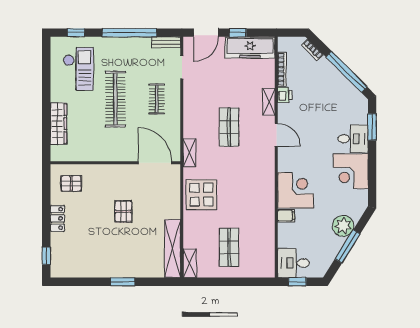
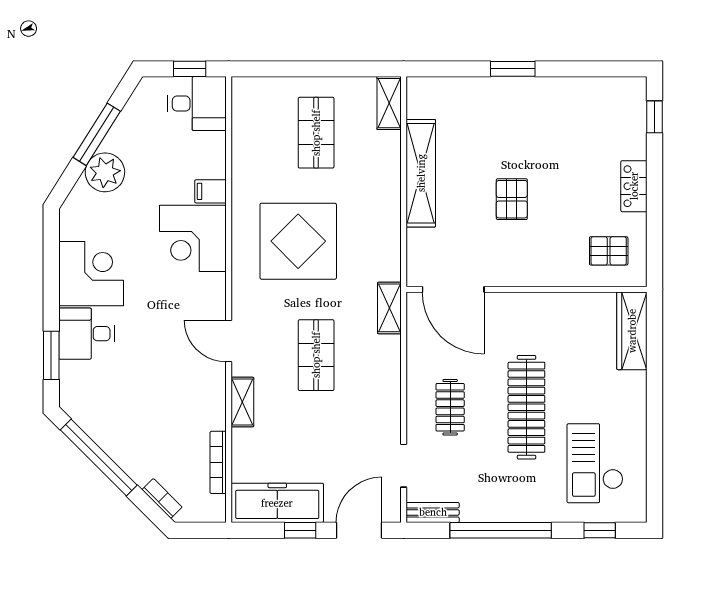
printer: (285, 95) -> (213, 415), removed
wardrobe: (59, 124) -> (632, 331), moved
display table: (201, 195) -> (298, 241), moved, width x1.36, depth x1.36
shelving: (173, 249) -> (421, 173), moved

